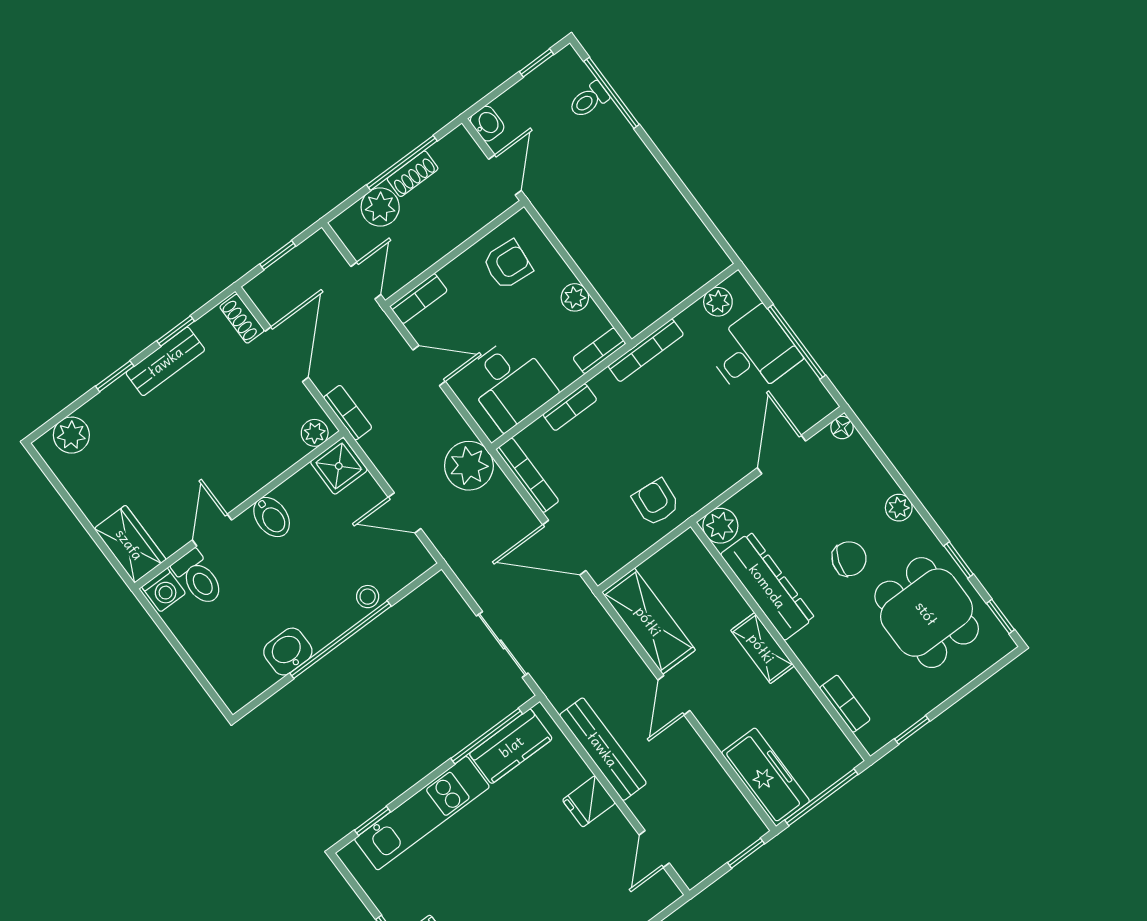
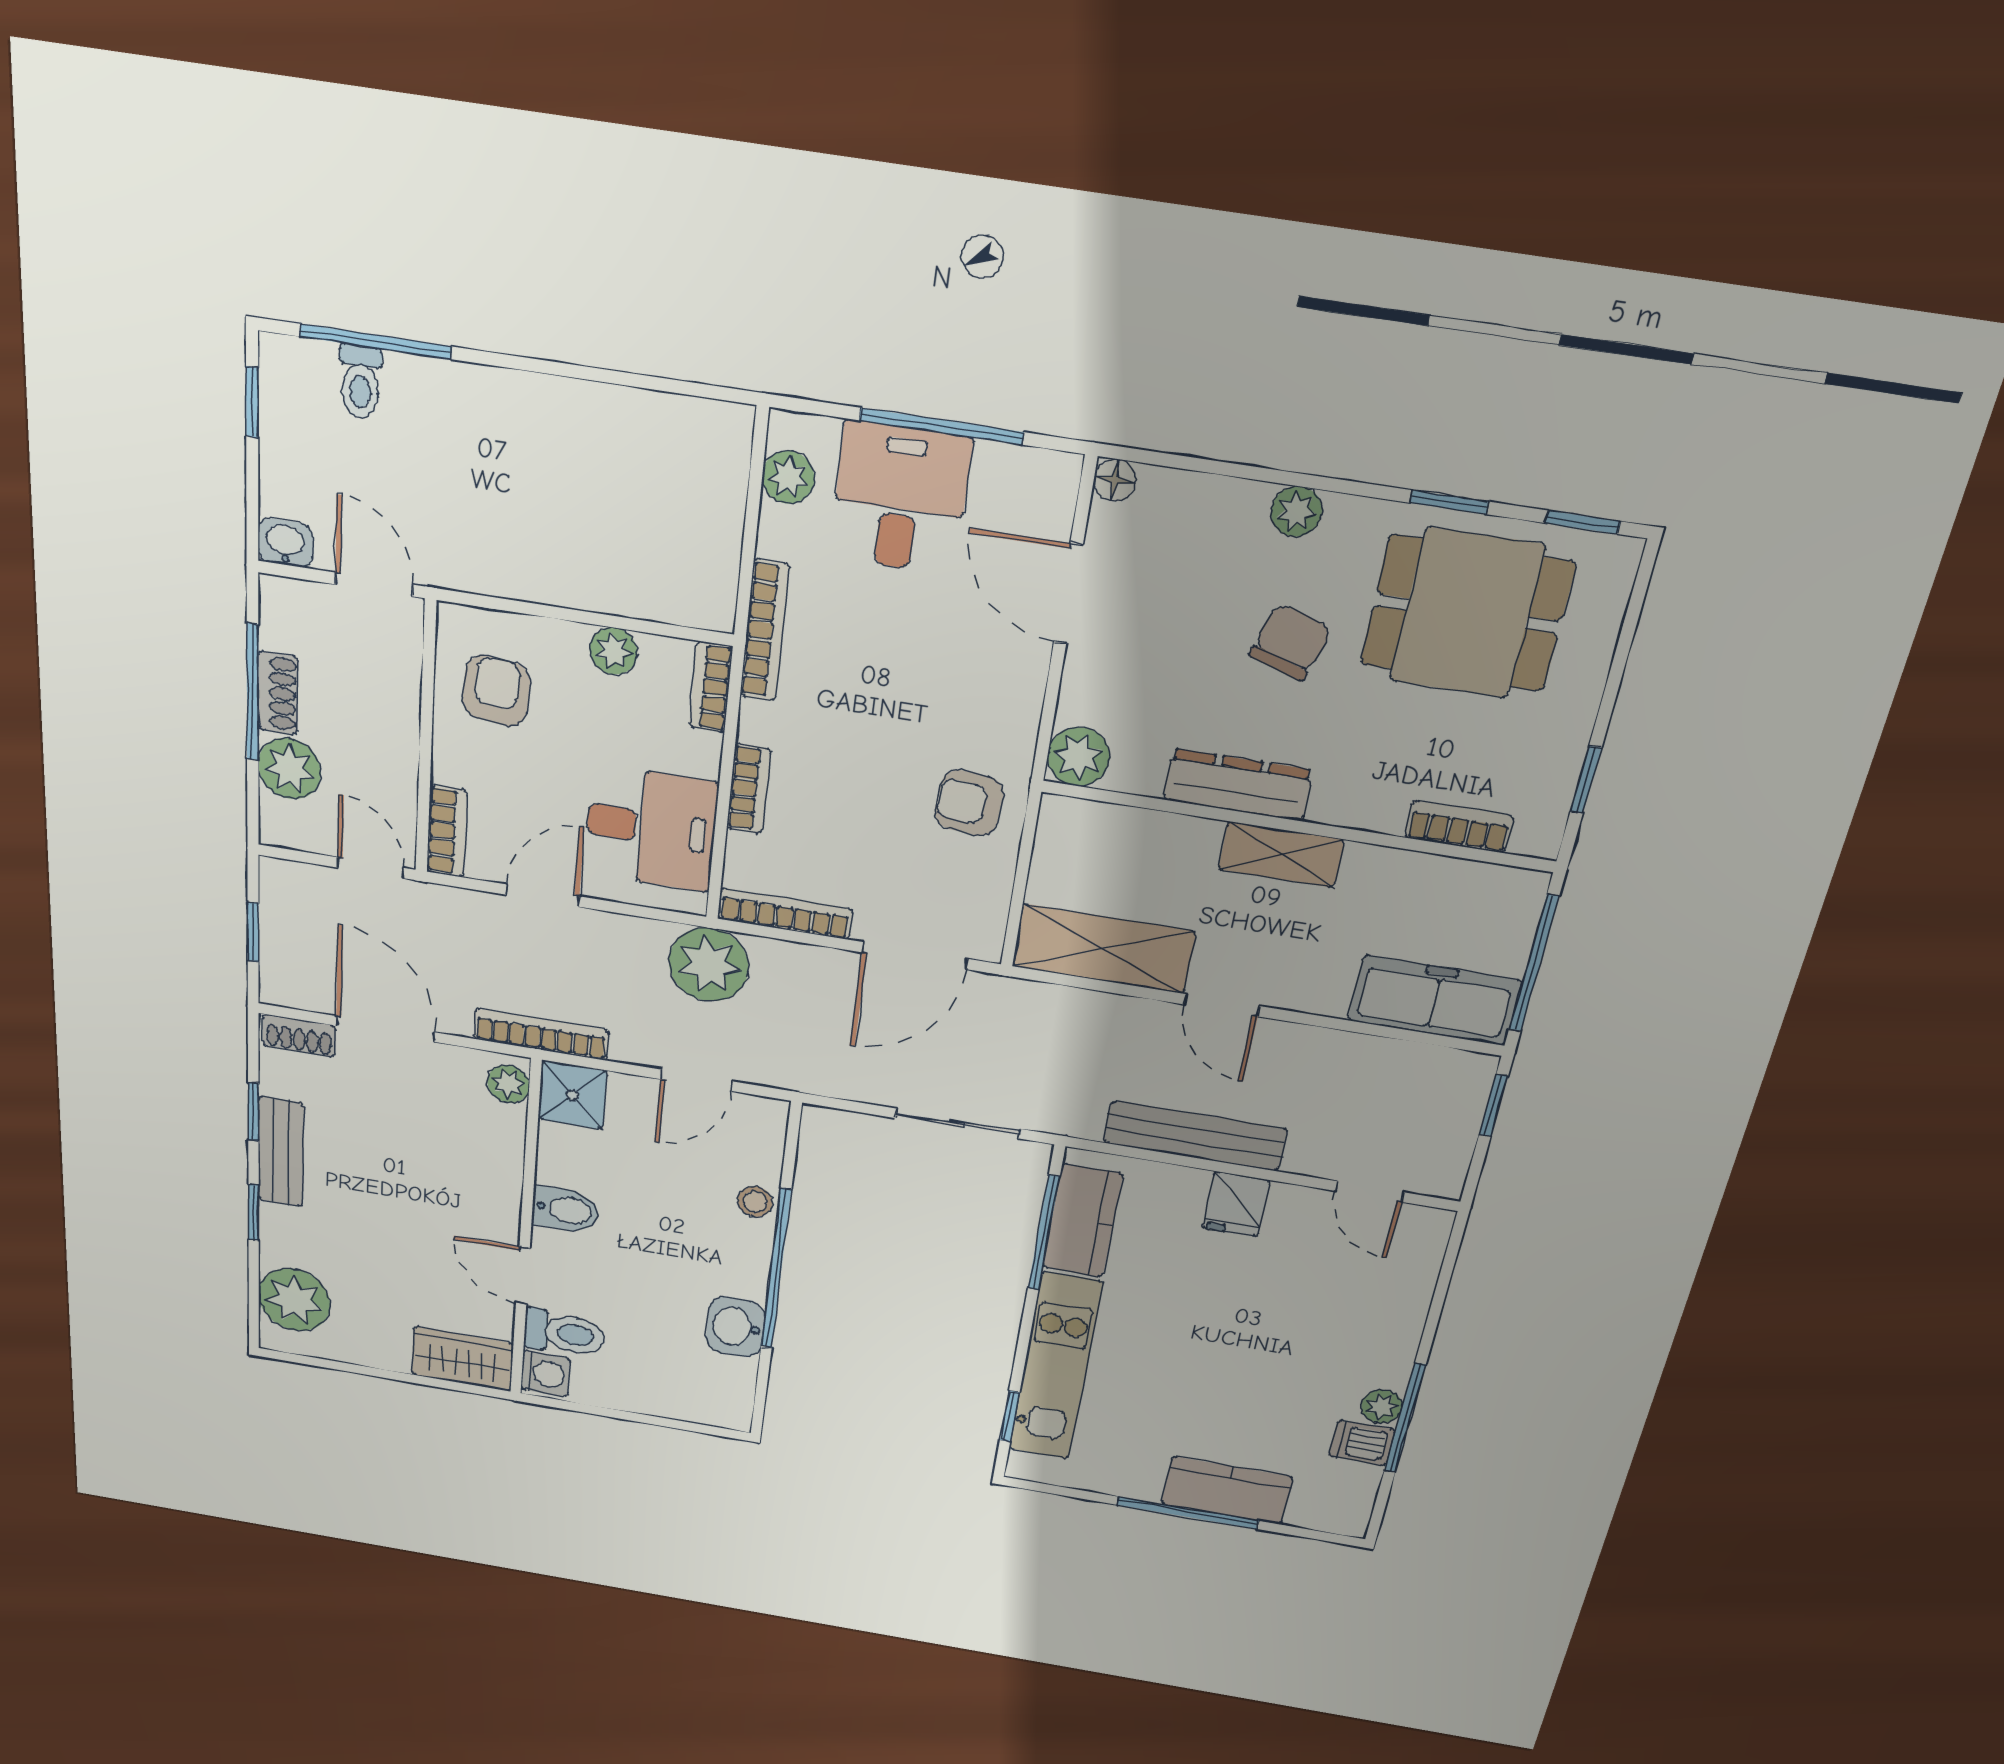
bookcase: (348, 413) -> (541, 1034), width x1.56
plant: (71, 435) -> (294, 1300), width x1.36, depth x1.36
dresser: (768, 586) -> (1238, 785), width x0.73, depth x0.80

